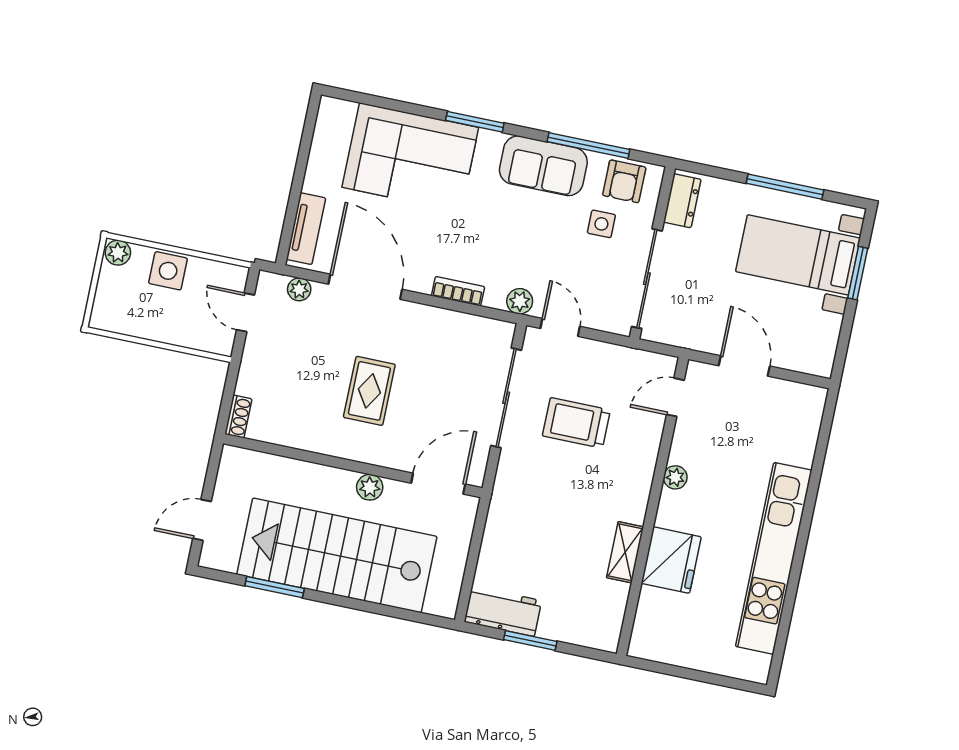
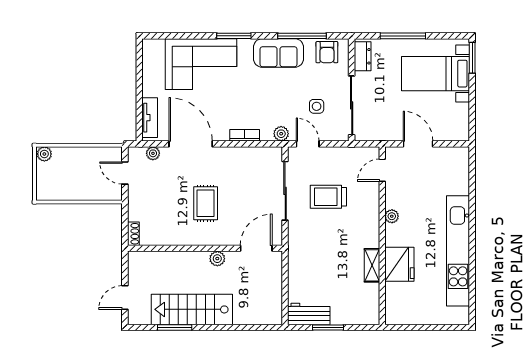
window: (785, 187) -> (403, 36), moved
side table: (601, 224) -> (317, 106), moved
side table: (168, 271) -> (75, 158), removed
window: (858, 273) -> (472, 58), moved
stairs: (337, 555) -> (192, 309), width x0.73, depth x0.66

